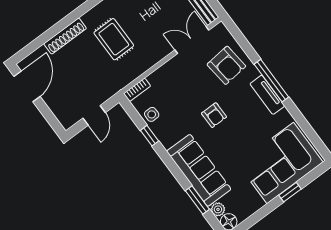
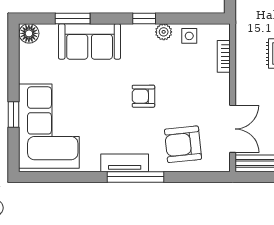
bookcase: (137, 90) -> (224, 56), moved
window: (150, 136) -> (144, 18), moved
sofa: (199, 170) -> (90, 41), width x0.73
plant: (218, 209) -> (164, 32), moved

